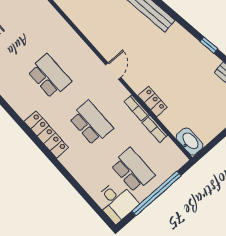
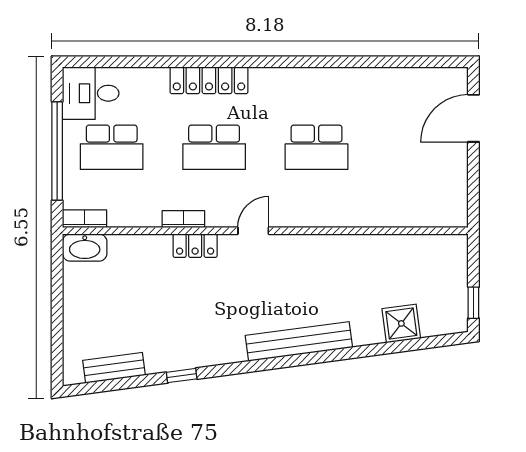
door: (113, 71) -> (253, 231), swing flipped
locker: (152, 102) -> (195, 246), moved
bookcase: (155, 129) -> (85, 219), moved
locker: (46, 134) -> (209, 80), moved

